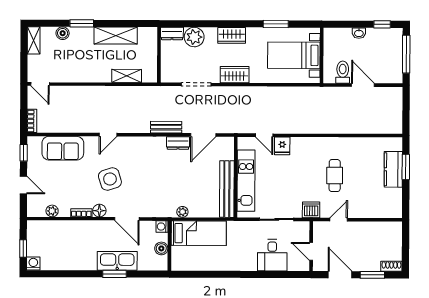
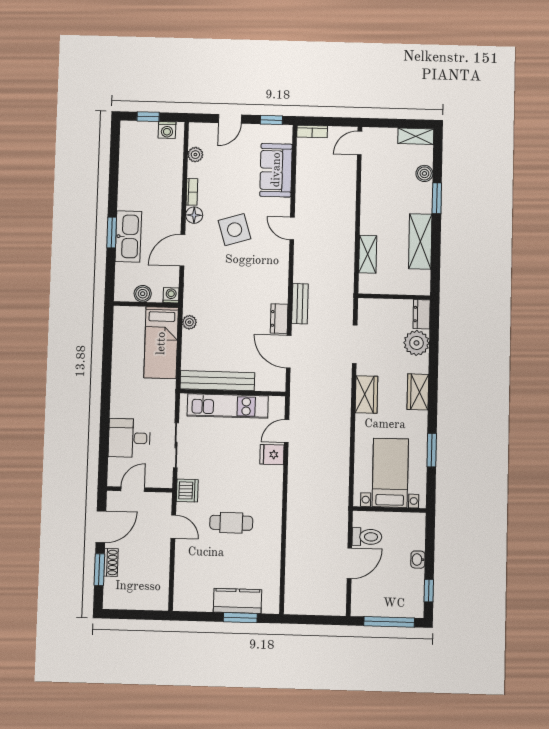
washing machine: (33, 264) -> (167, 130), moved, turned 90
shoe rack: (391, 266) -> (111, 562), moved

